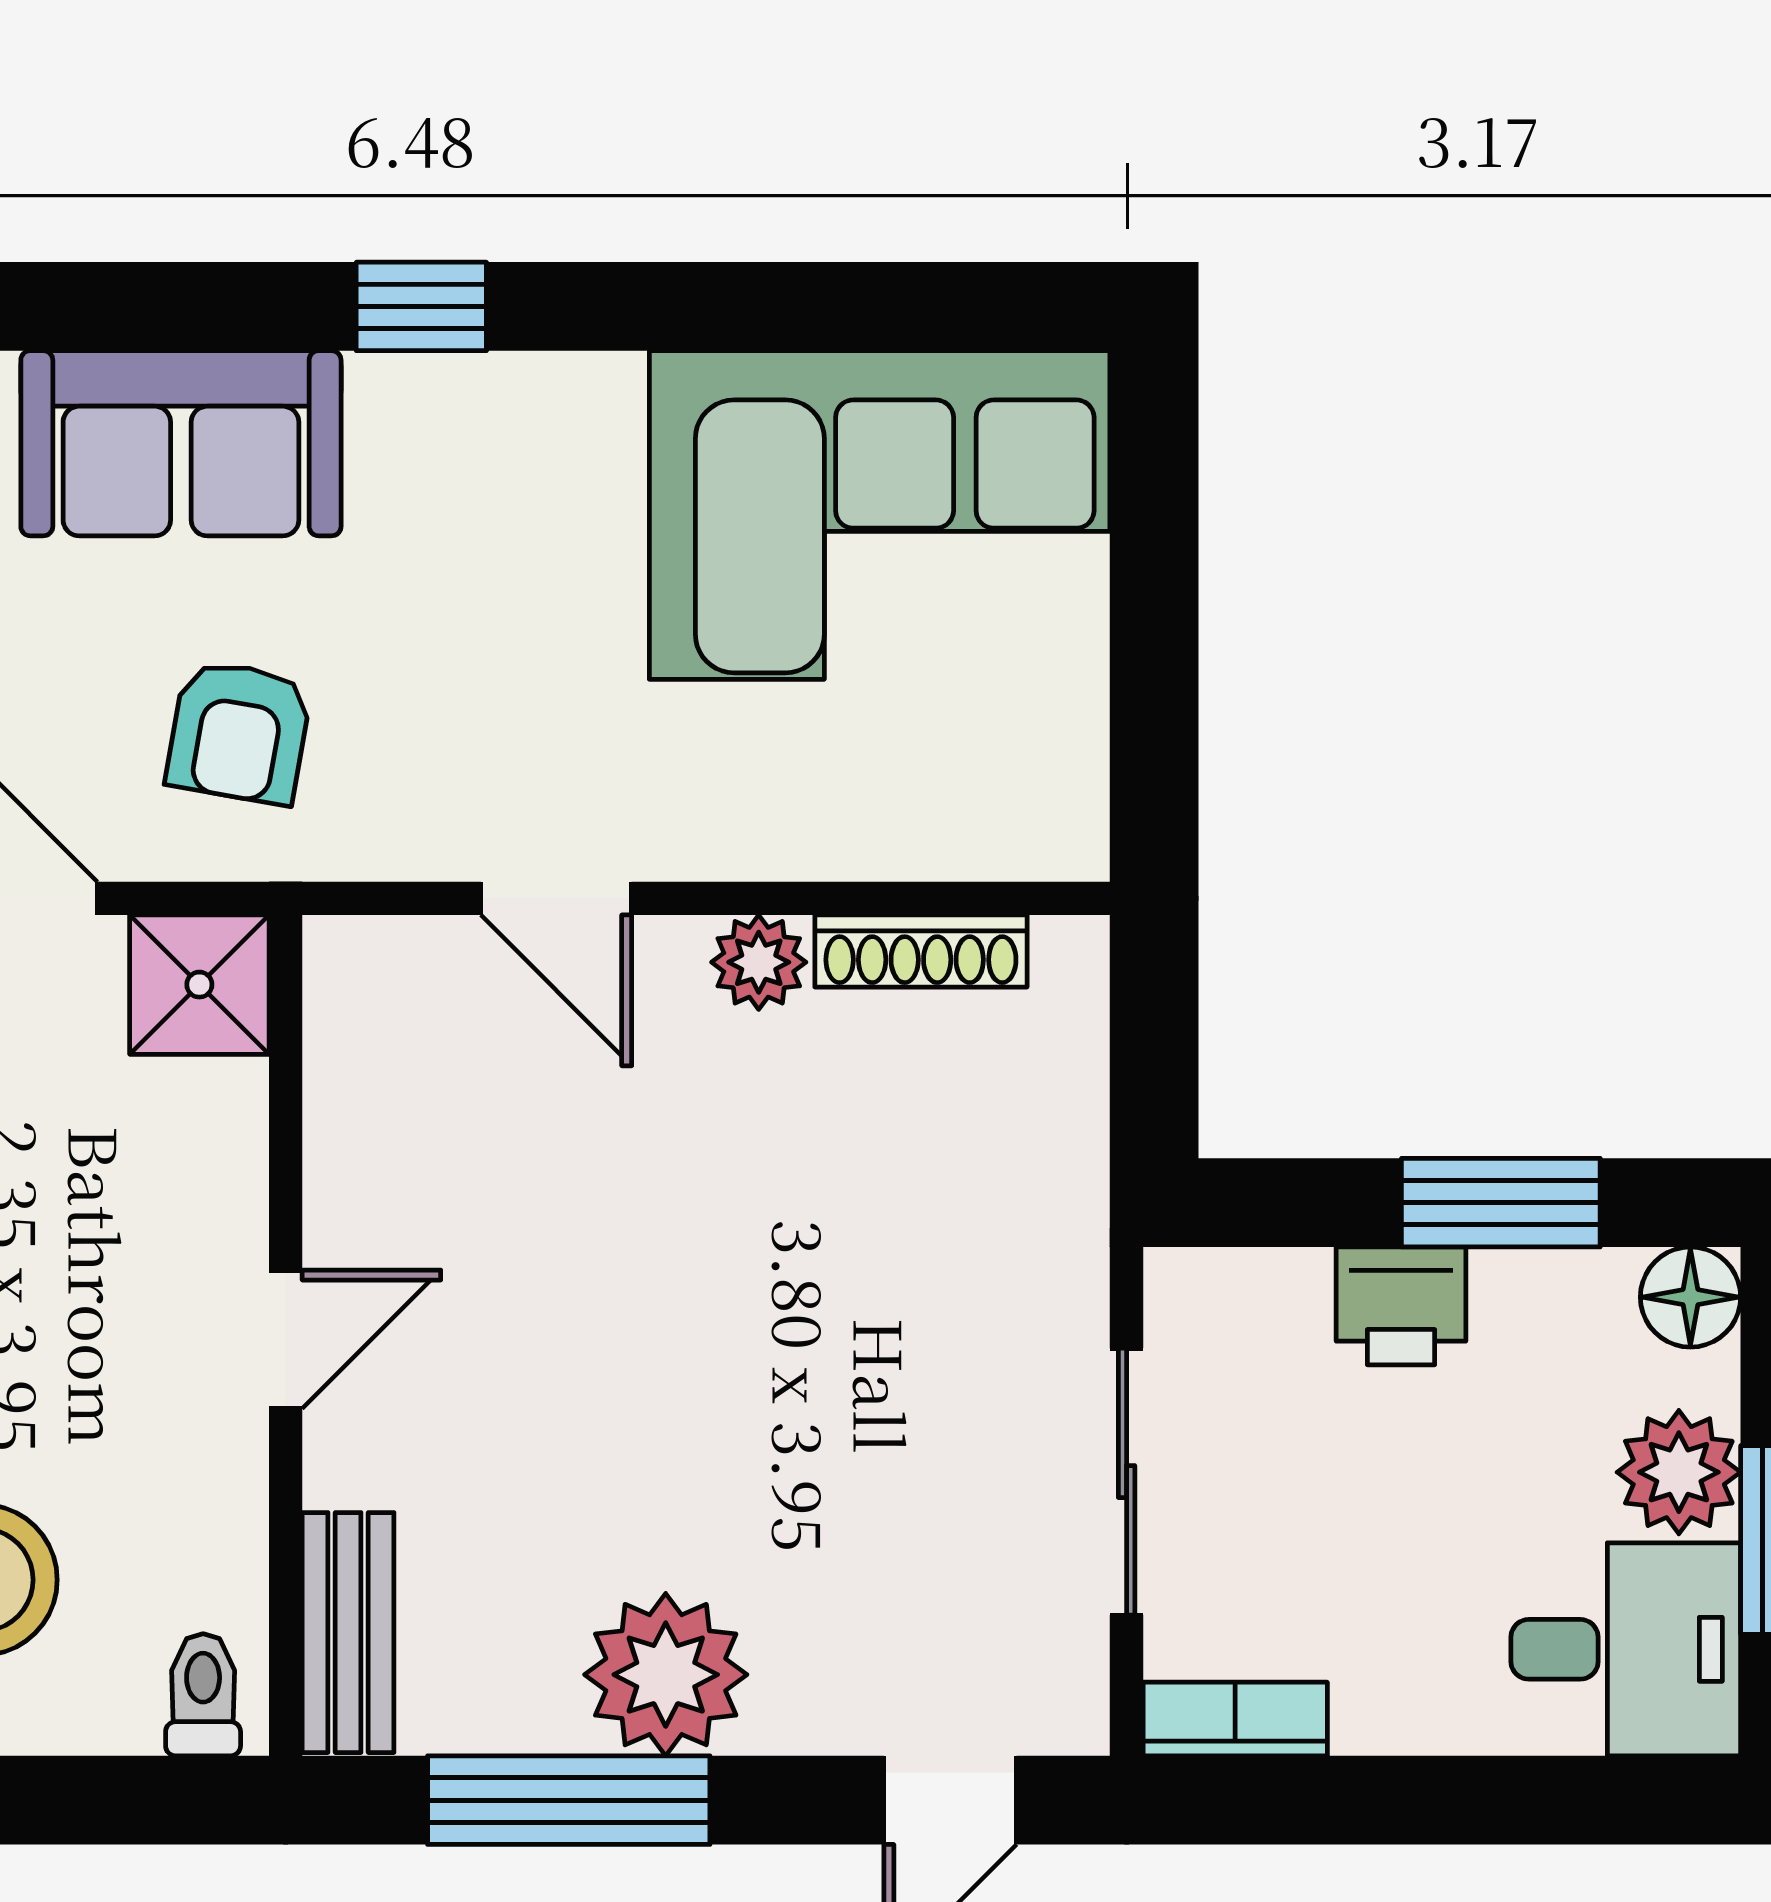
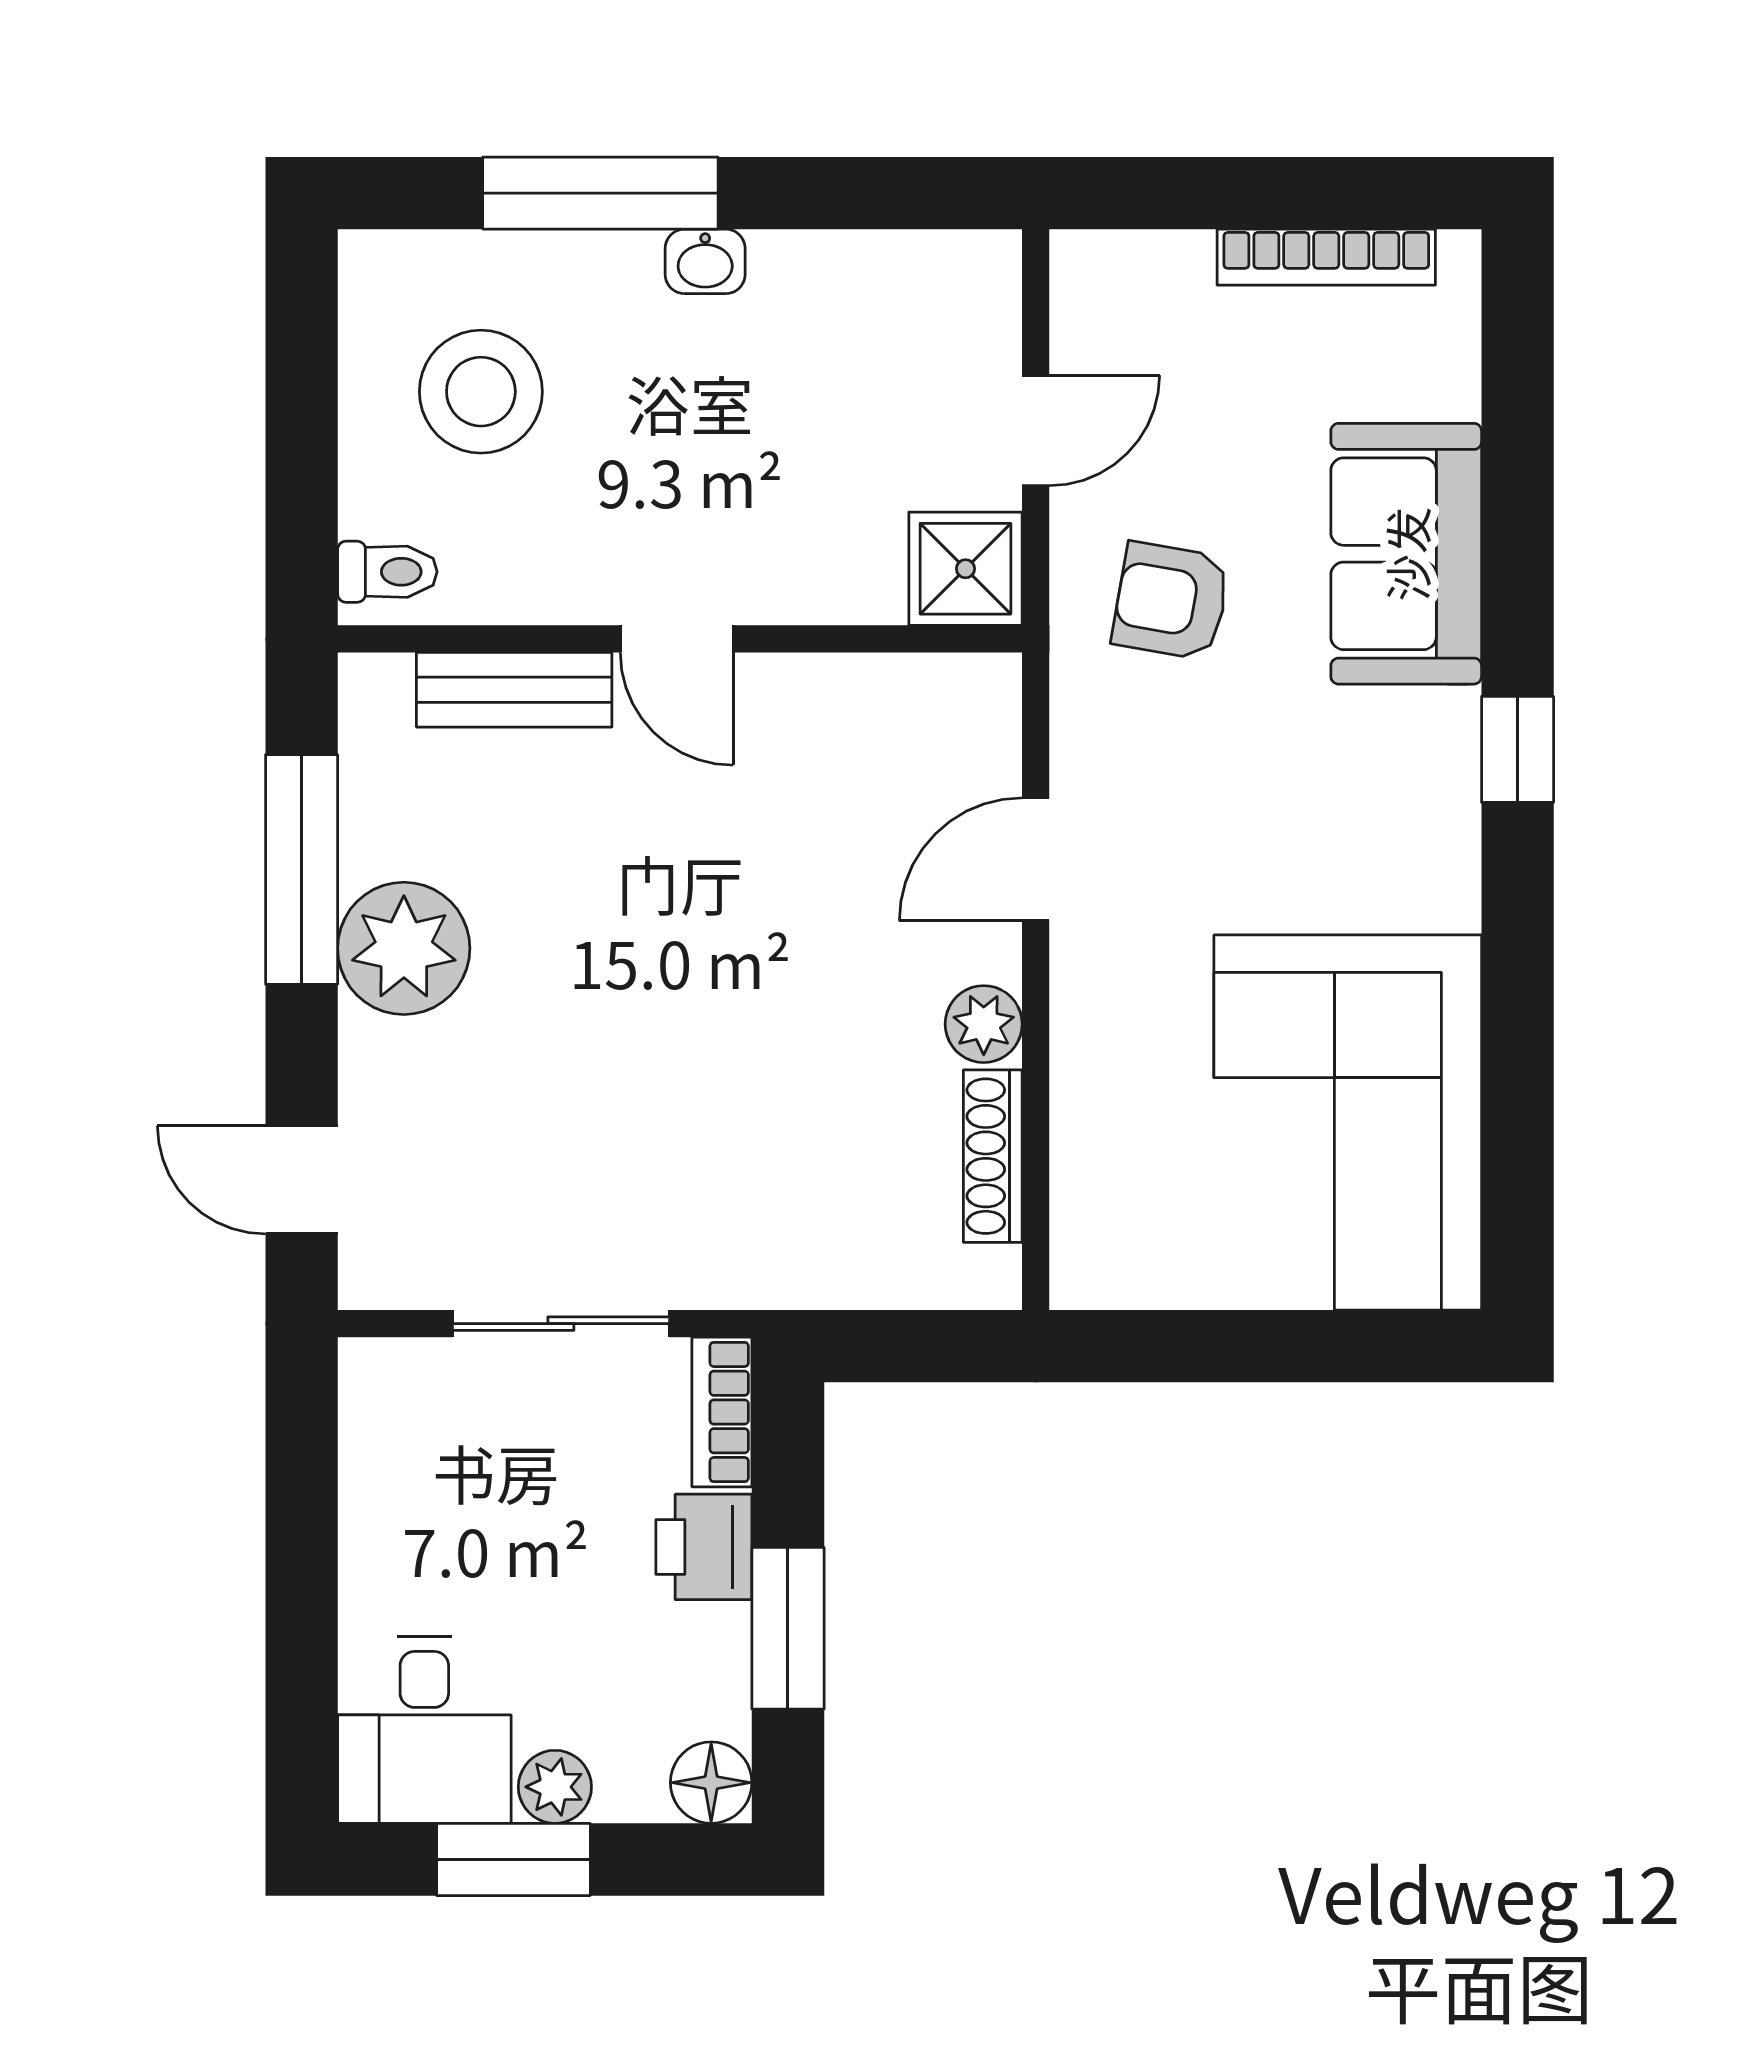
plant: (1679, 1472) -> (555, 1787), width x0.73, depth x0.73
bench: (348, 1633) -> (514, 690), moved
bookcase: (1235, 1719) -> (722, 1412), moved, turned 180

